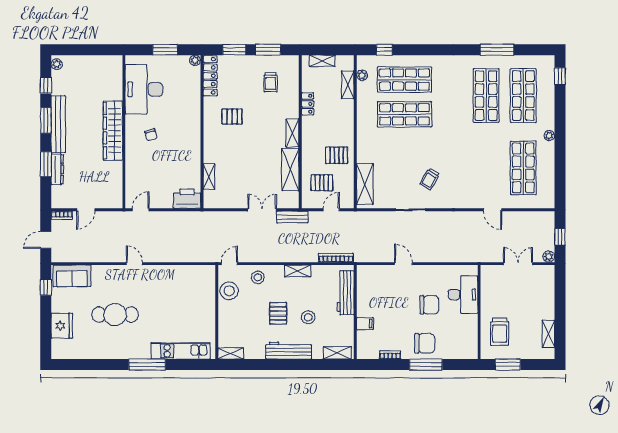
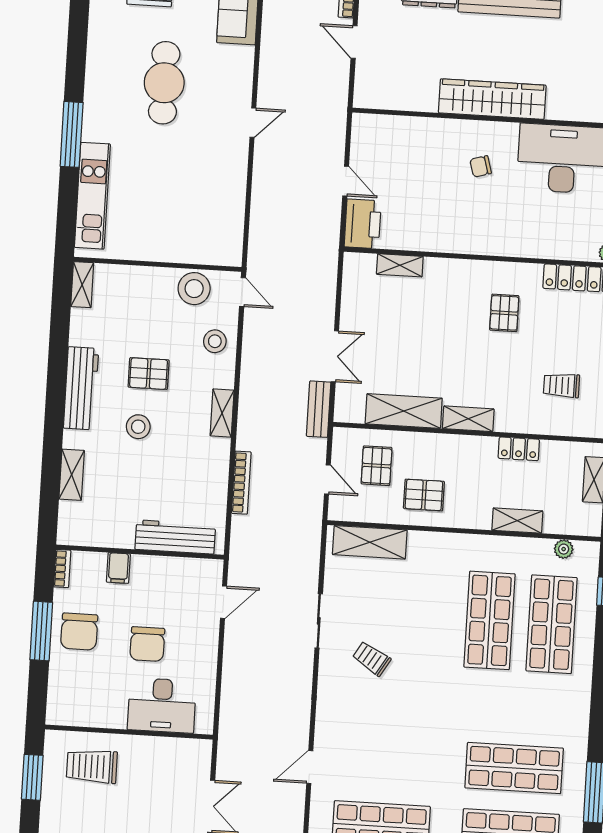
shelving: (348, 85) -> (517, 521), moved
pallet: (337, 155) -> (424, 495), turned 90
door: (141, 210) -> (346, 181), moved
workbench: (346, 293) -> (175, 537), moved
wall: (355, 312) -> (140, 552), moved
filing cabinet: (365, 324) -> (118, 568), moved

